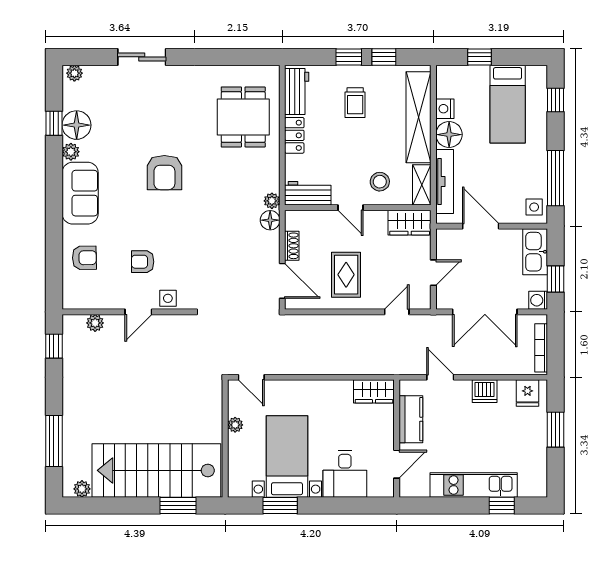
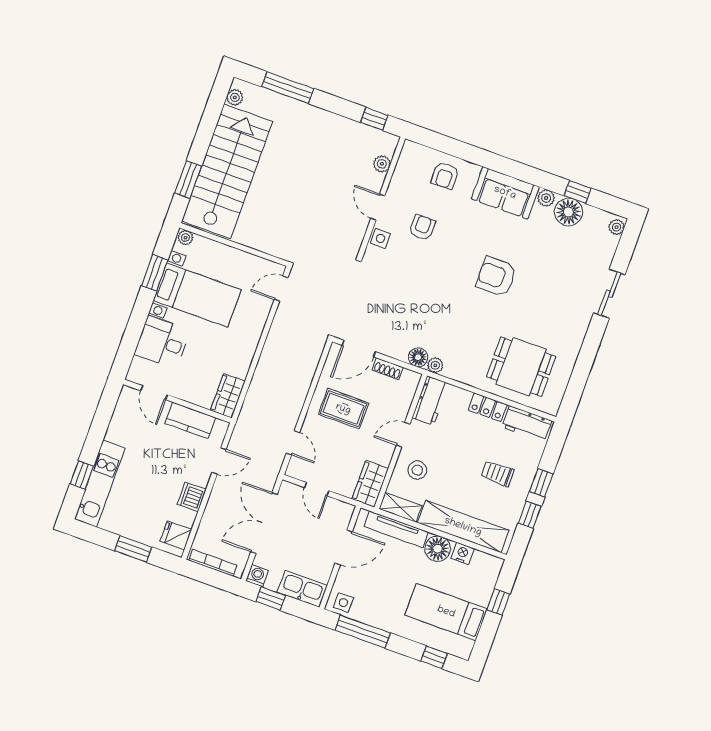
plant: (235, 425) -> (185, 238), moved
kitchen unit: (474, 485) -> (100, 484), moved

